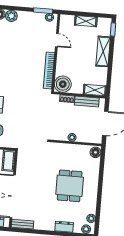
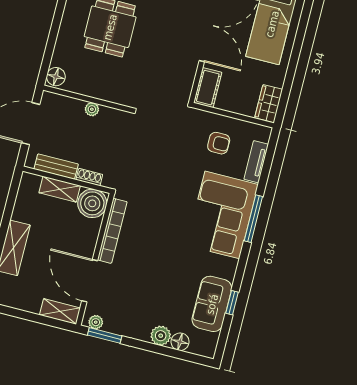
shelving: (86, 21) -> (60, 311), moved
door: (57, 40) -> (90, 281), width x1.87
shelving: (95, 90) -> (60, 189), moved

